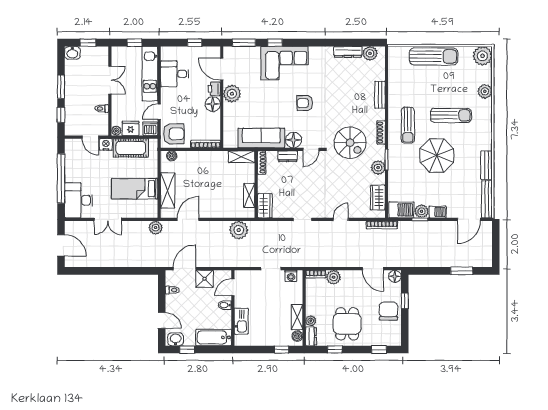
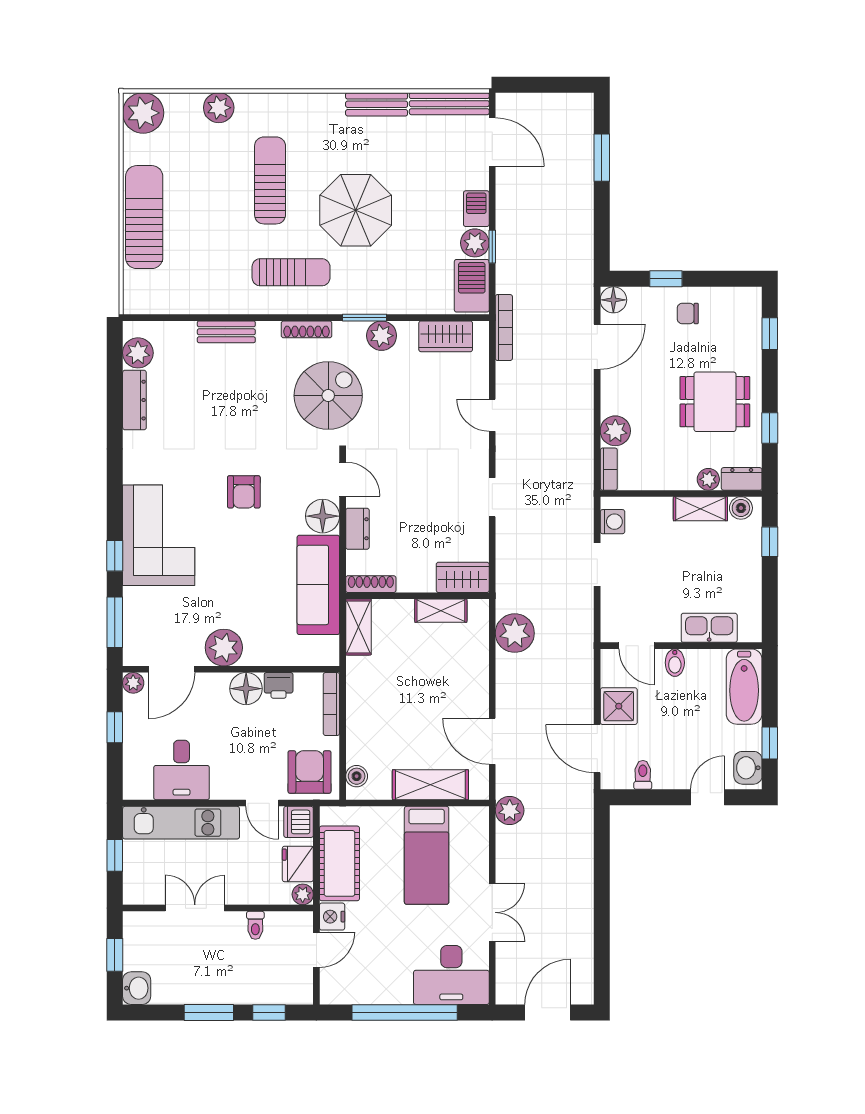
plant: (215, 51) -> (133, 683), added
printer: (214, 89) -> (279, 685), moved
chair: (388, 311) -> (688, 313), width x0.54, depth x0.54

